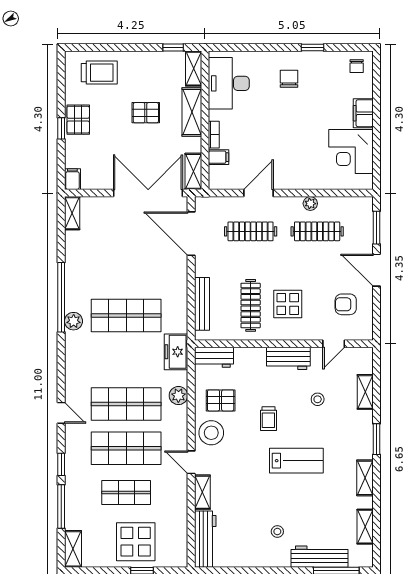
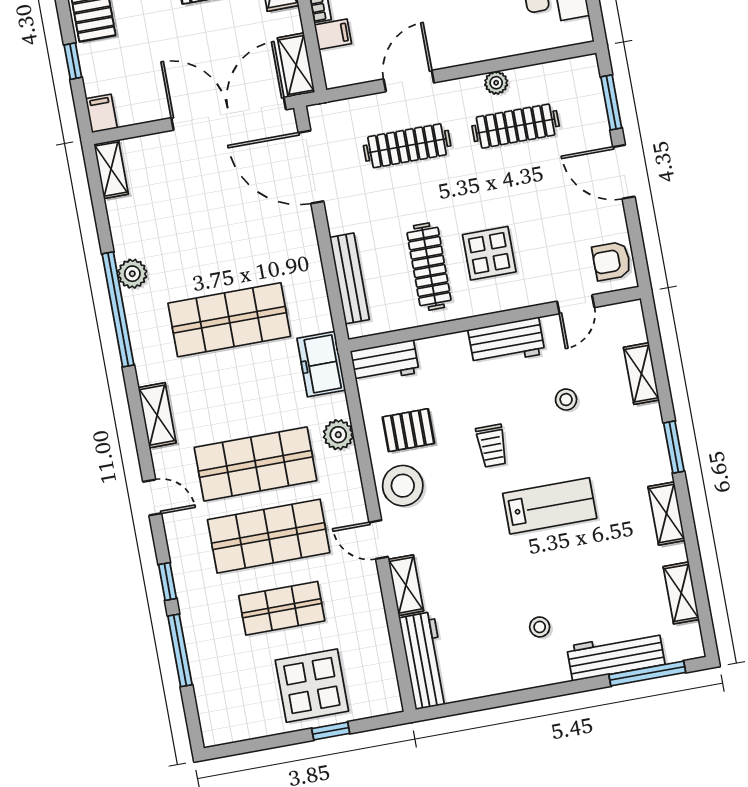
window: (61, 128) -> (73, 61), moved
armchair: (346, 304) -> (611, 261), moved
plant: (74, 321) -> (132, 274), moved
shelving: (73, 549) -> (157, 415), moved

